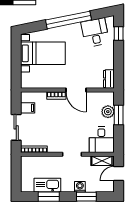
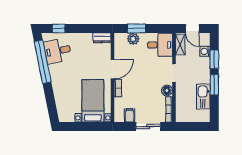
window: (68, 20) -> (43, 62), moved
bed with nightstands: (43, 53) -> (93, 101), moved
floor lamp: (54, 147) -> (167, 90), added
washing machine: (80, 187) -> (205, 51), moved
window: (49, 197) -> (214, 85), moved

